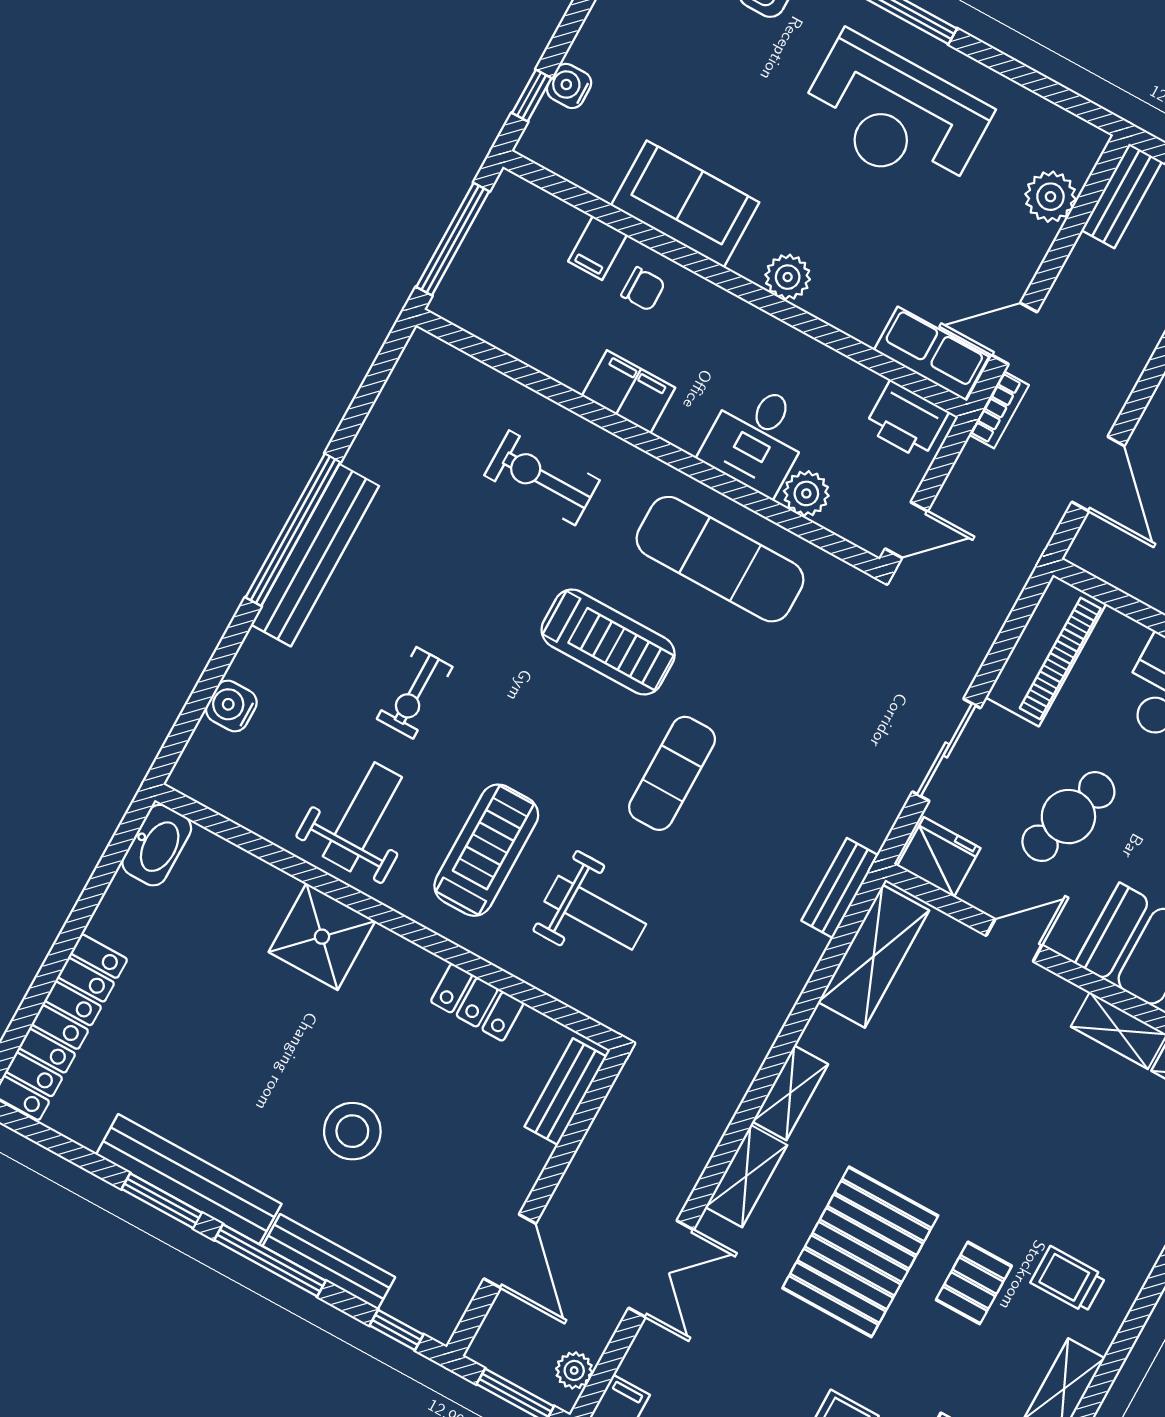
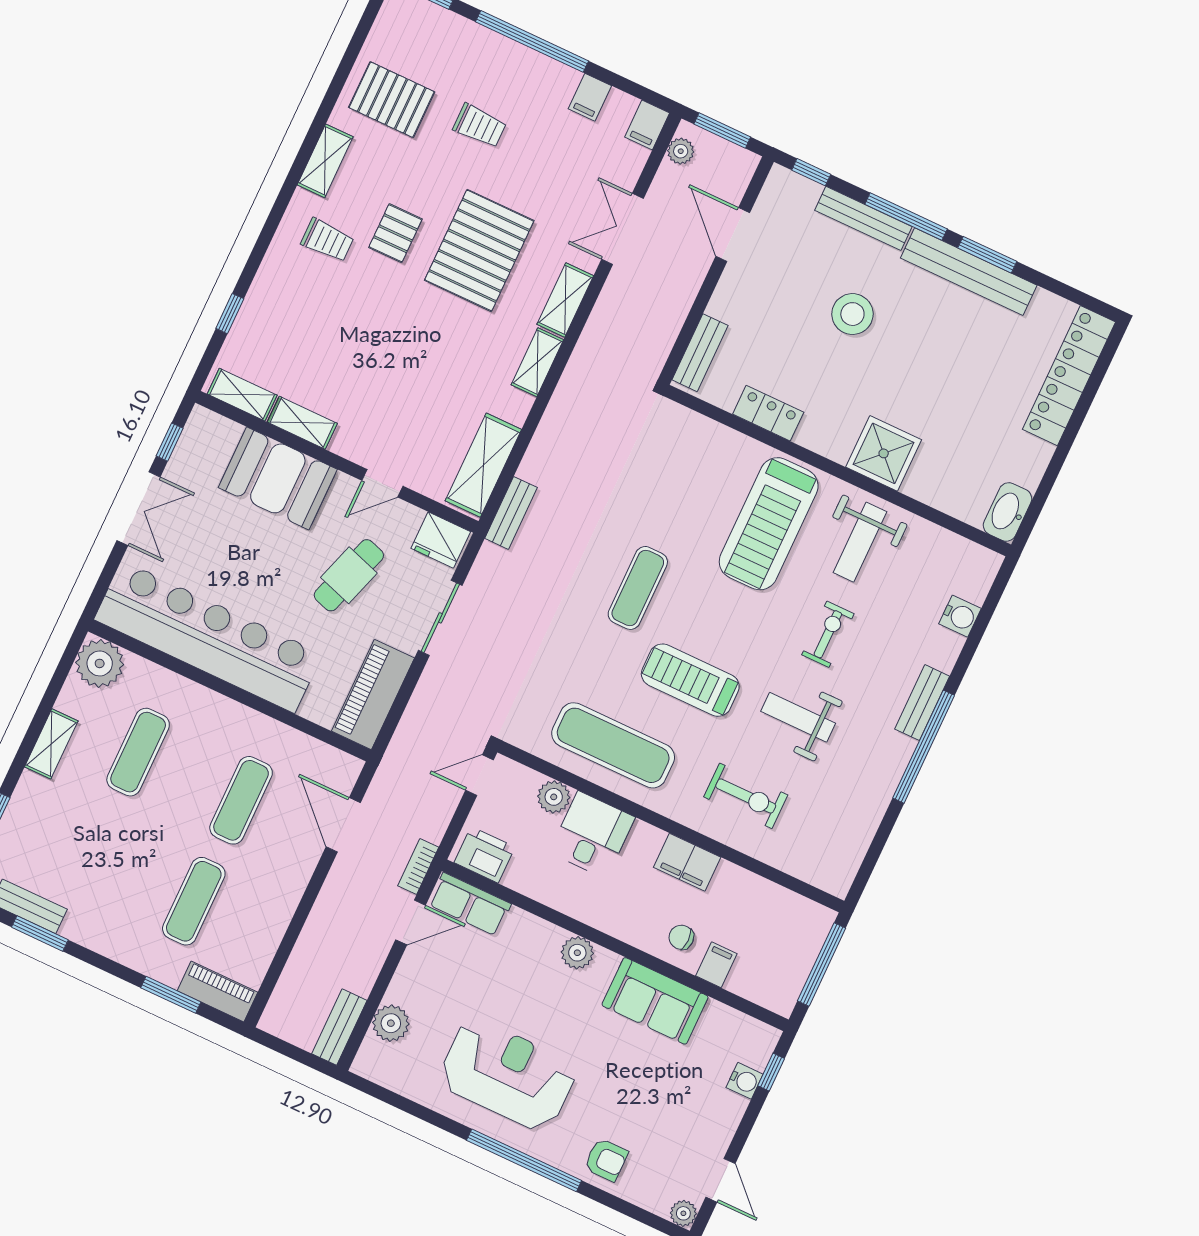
bench: (315, 555) -> (922, 703), width x0.54, depth x0.82
treadmill: (486, 850) -> (769, 524), width x1.37, depth x1.38
weight bench: (595, 913) -> (798, 717), moved

